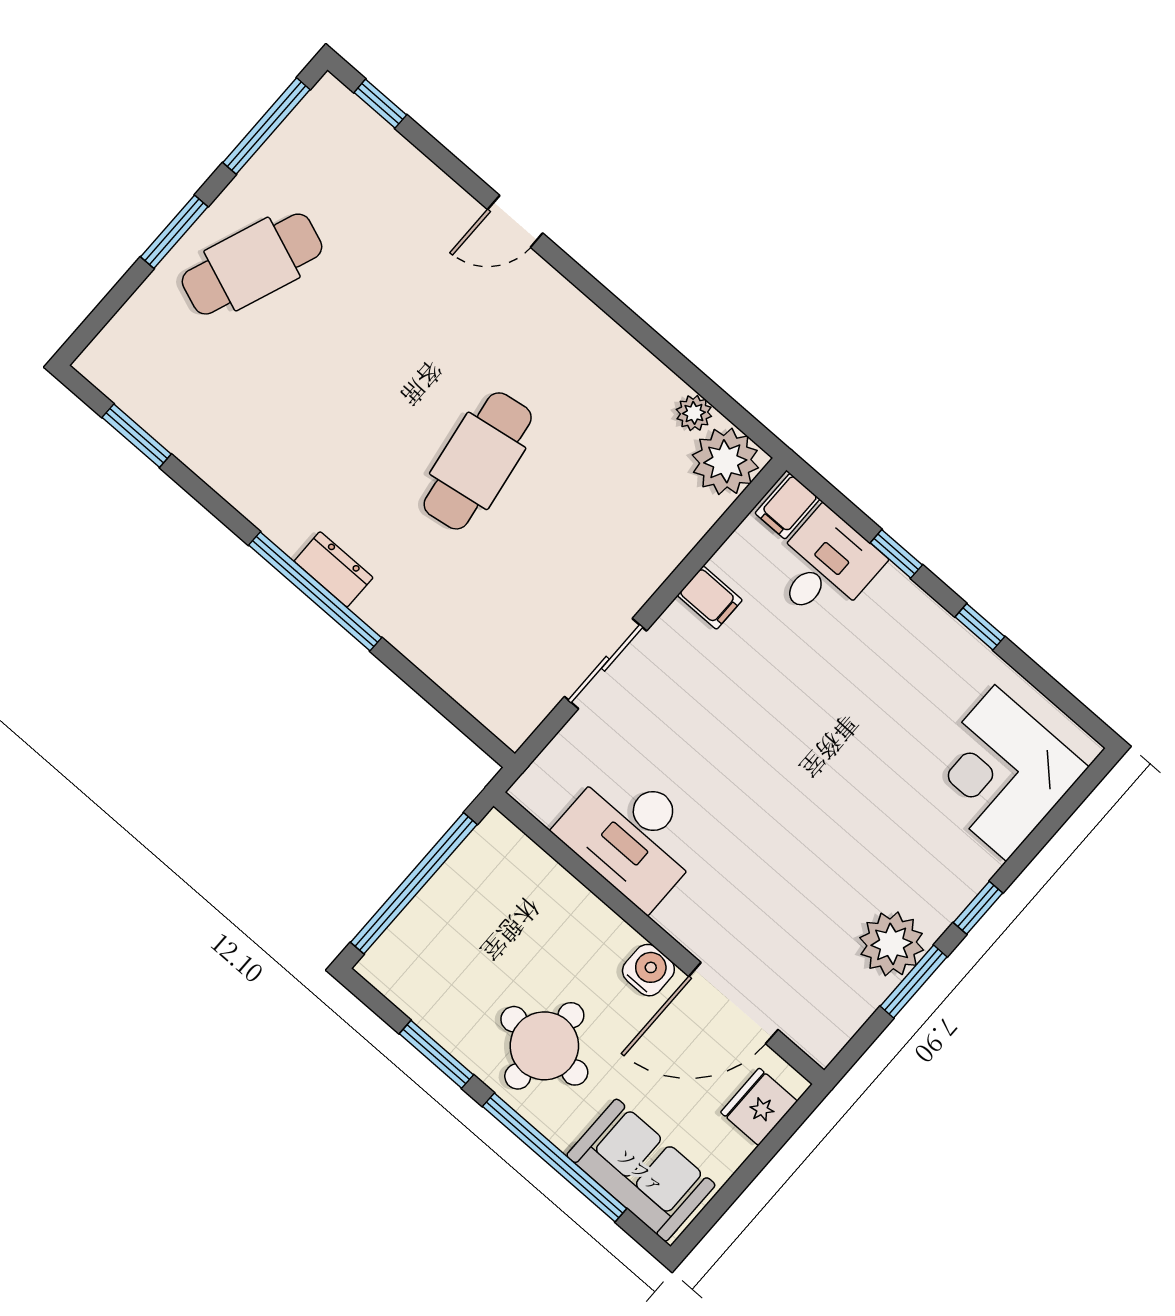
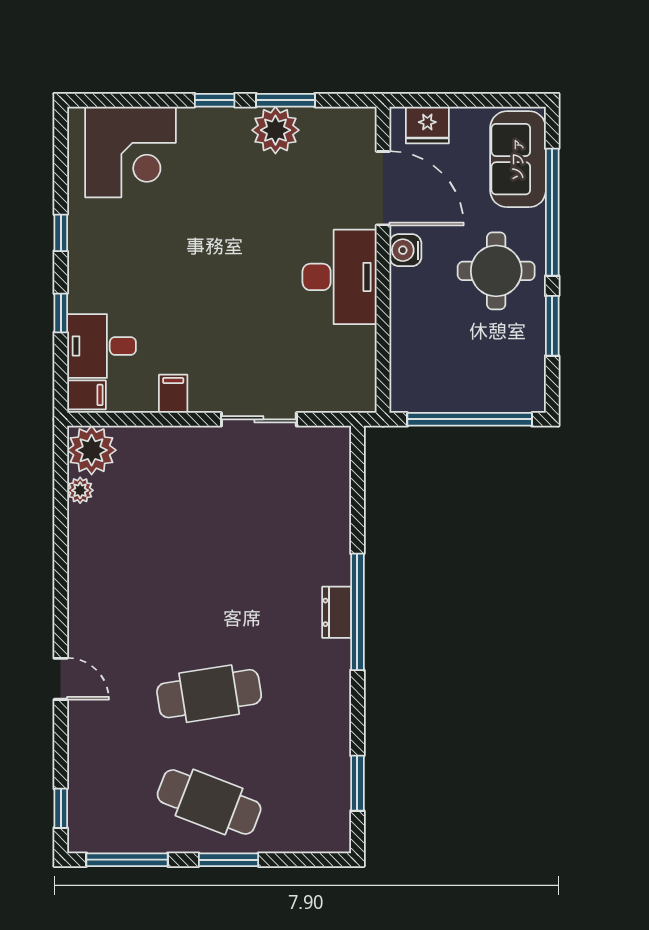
cafe table: (478, 461) -> (209, 694), moved
desk: (632, 835) -> (340, 277), moved

